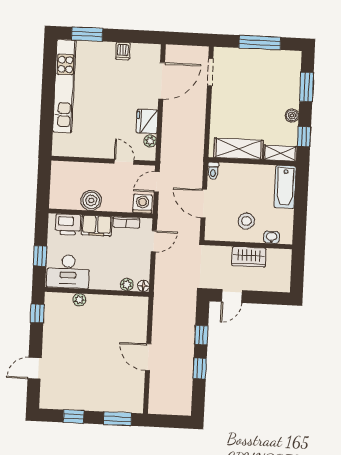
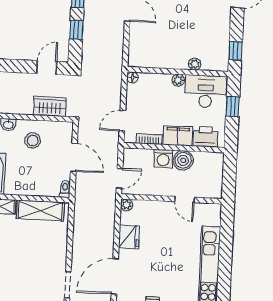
plant: (150, 141) -> (127, 205), moved
door: (124, 162) -> (184, 200), moved
washing machine: (142, 204) -> (163, 159), moved
wardrobe: (249, 257) -> (50, 107), moved
plant: (127, 285) -> (178, 80), moved

